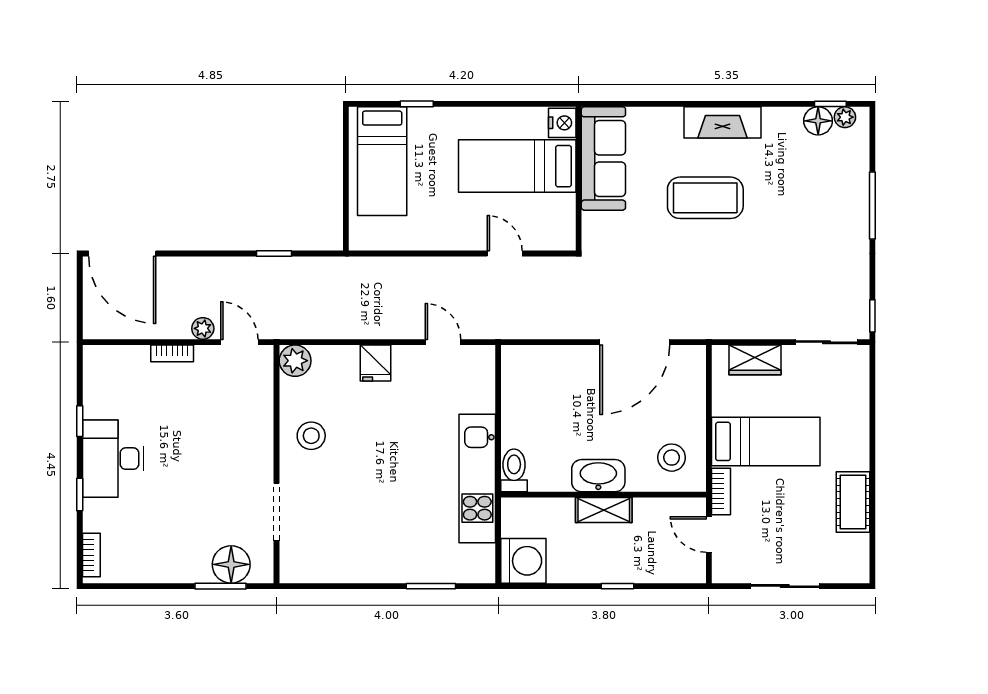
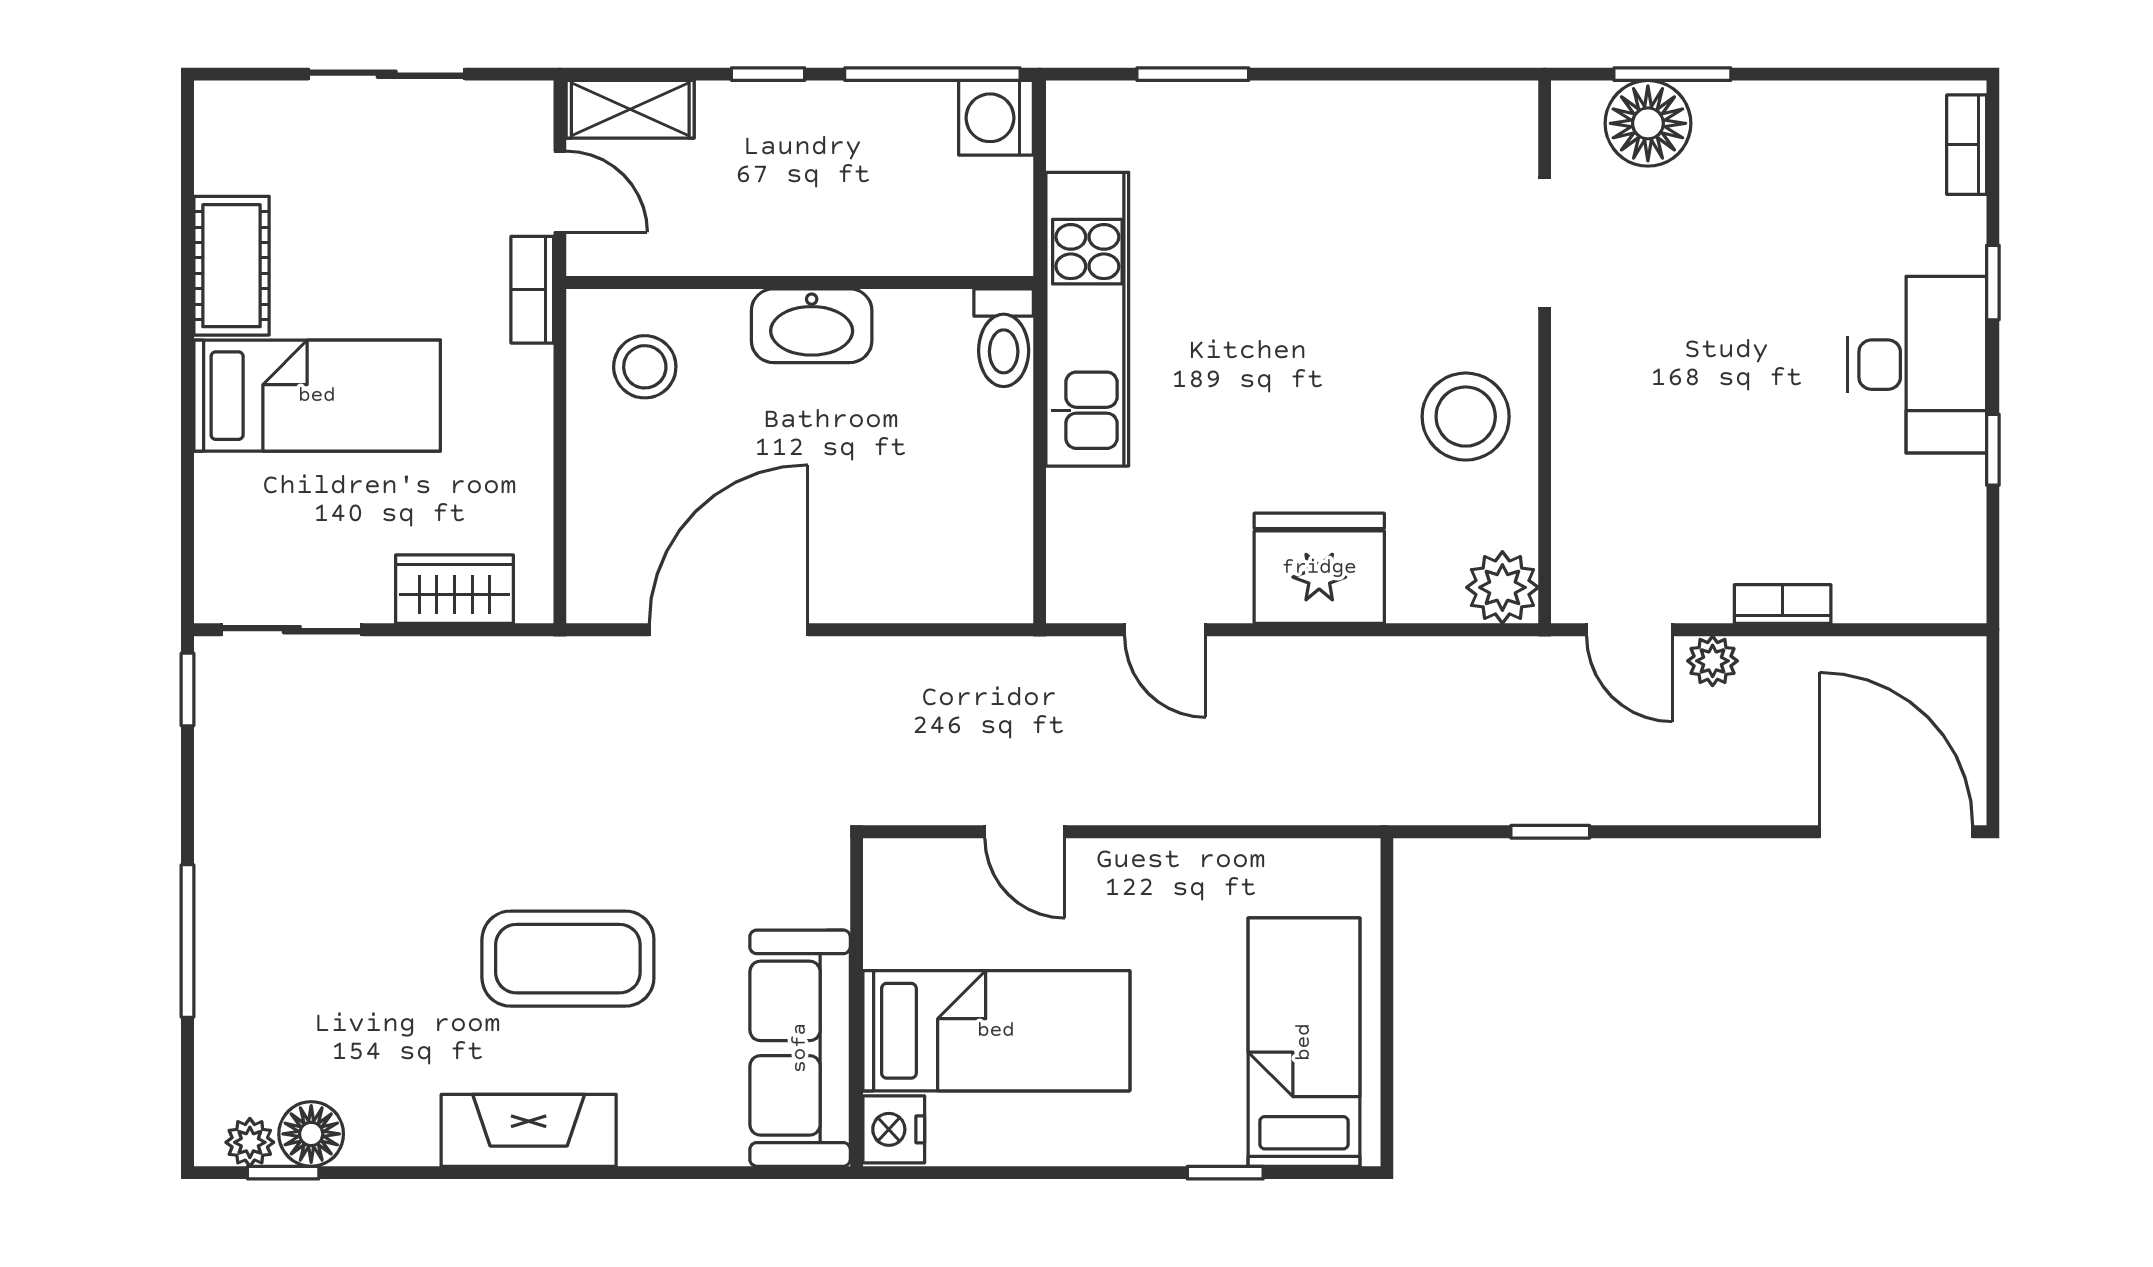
fridge: (375, 363) -> (1319, 568), width x1.88, depth x1.34
stool: (311, 436) -> (1466, 417), width x1.38, depth x1.38
bed: (766, 441) -> (317, 396), moved, turned 180
shelving: (604, 510) -> (630, 109), moved
washing machine: (523, 561) -> (996, 118), width x0.73, depth x0.73
window: (545, 586) -> (932, 74), added

